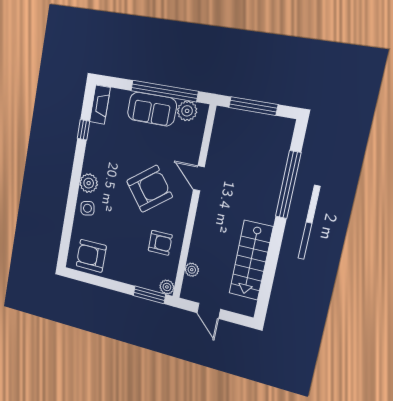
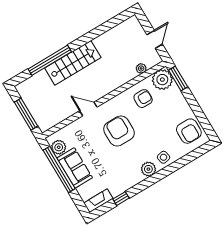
door: (199, 178) -> (88, 109), swing flipped
armchair: (149, 189) -> (119, 131), turned 38
armchair: (160, 243) -> (143, 99), turned 90
stairs: (251, 260) -> (73, 63), moved
plant: (167, 287) -> (162, 80), width x1.88, depth x1.88

